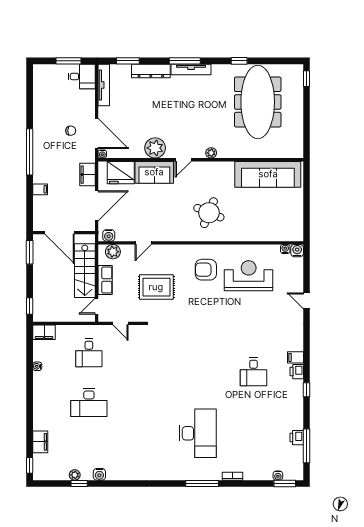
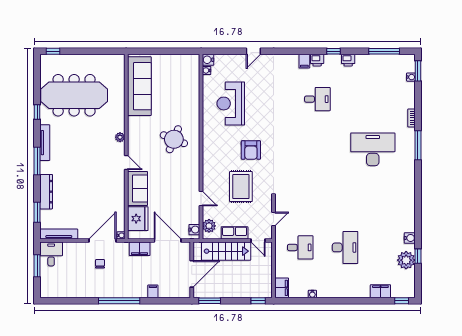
tv unit: (191, 70) -> (45, 143), moved
plant: (155, 148) -> (116, 188), removed
armchair: (206, 270) -> (251, 150), moved
printer: (297, 438) -> (348, 60), moved
plant: (75, 475) -> (406, 260), width x1.88, depth x1.88

